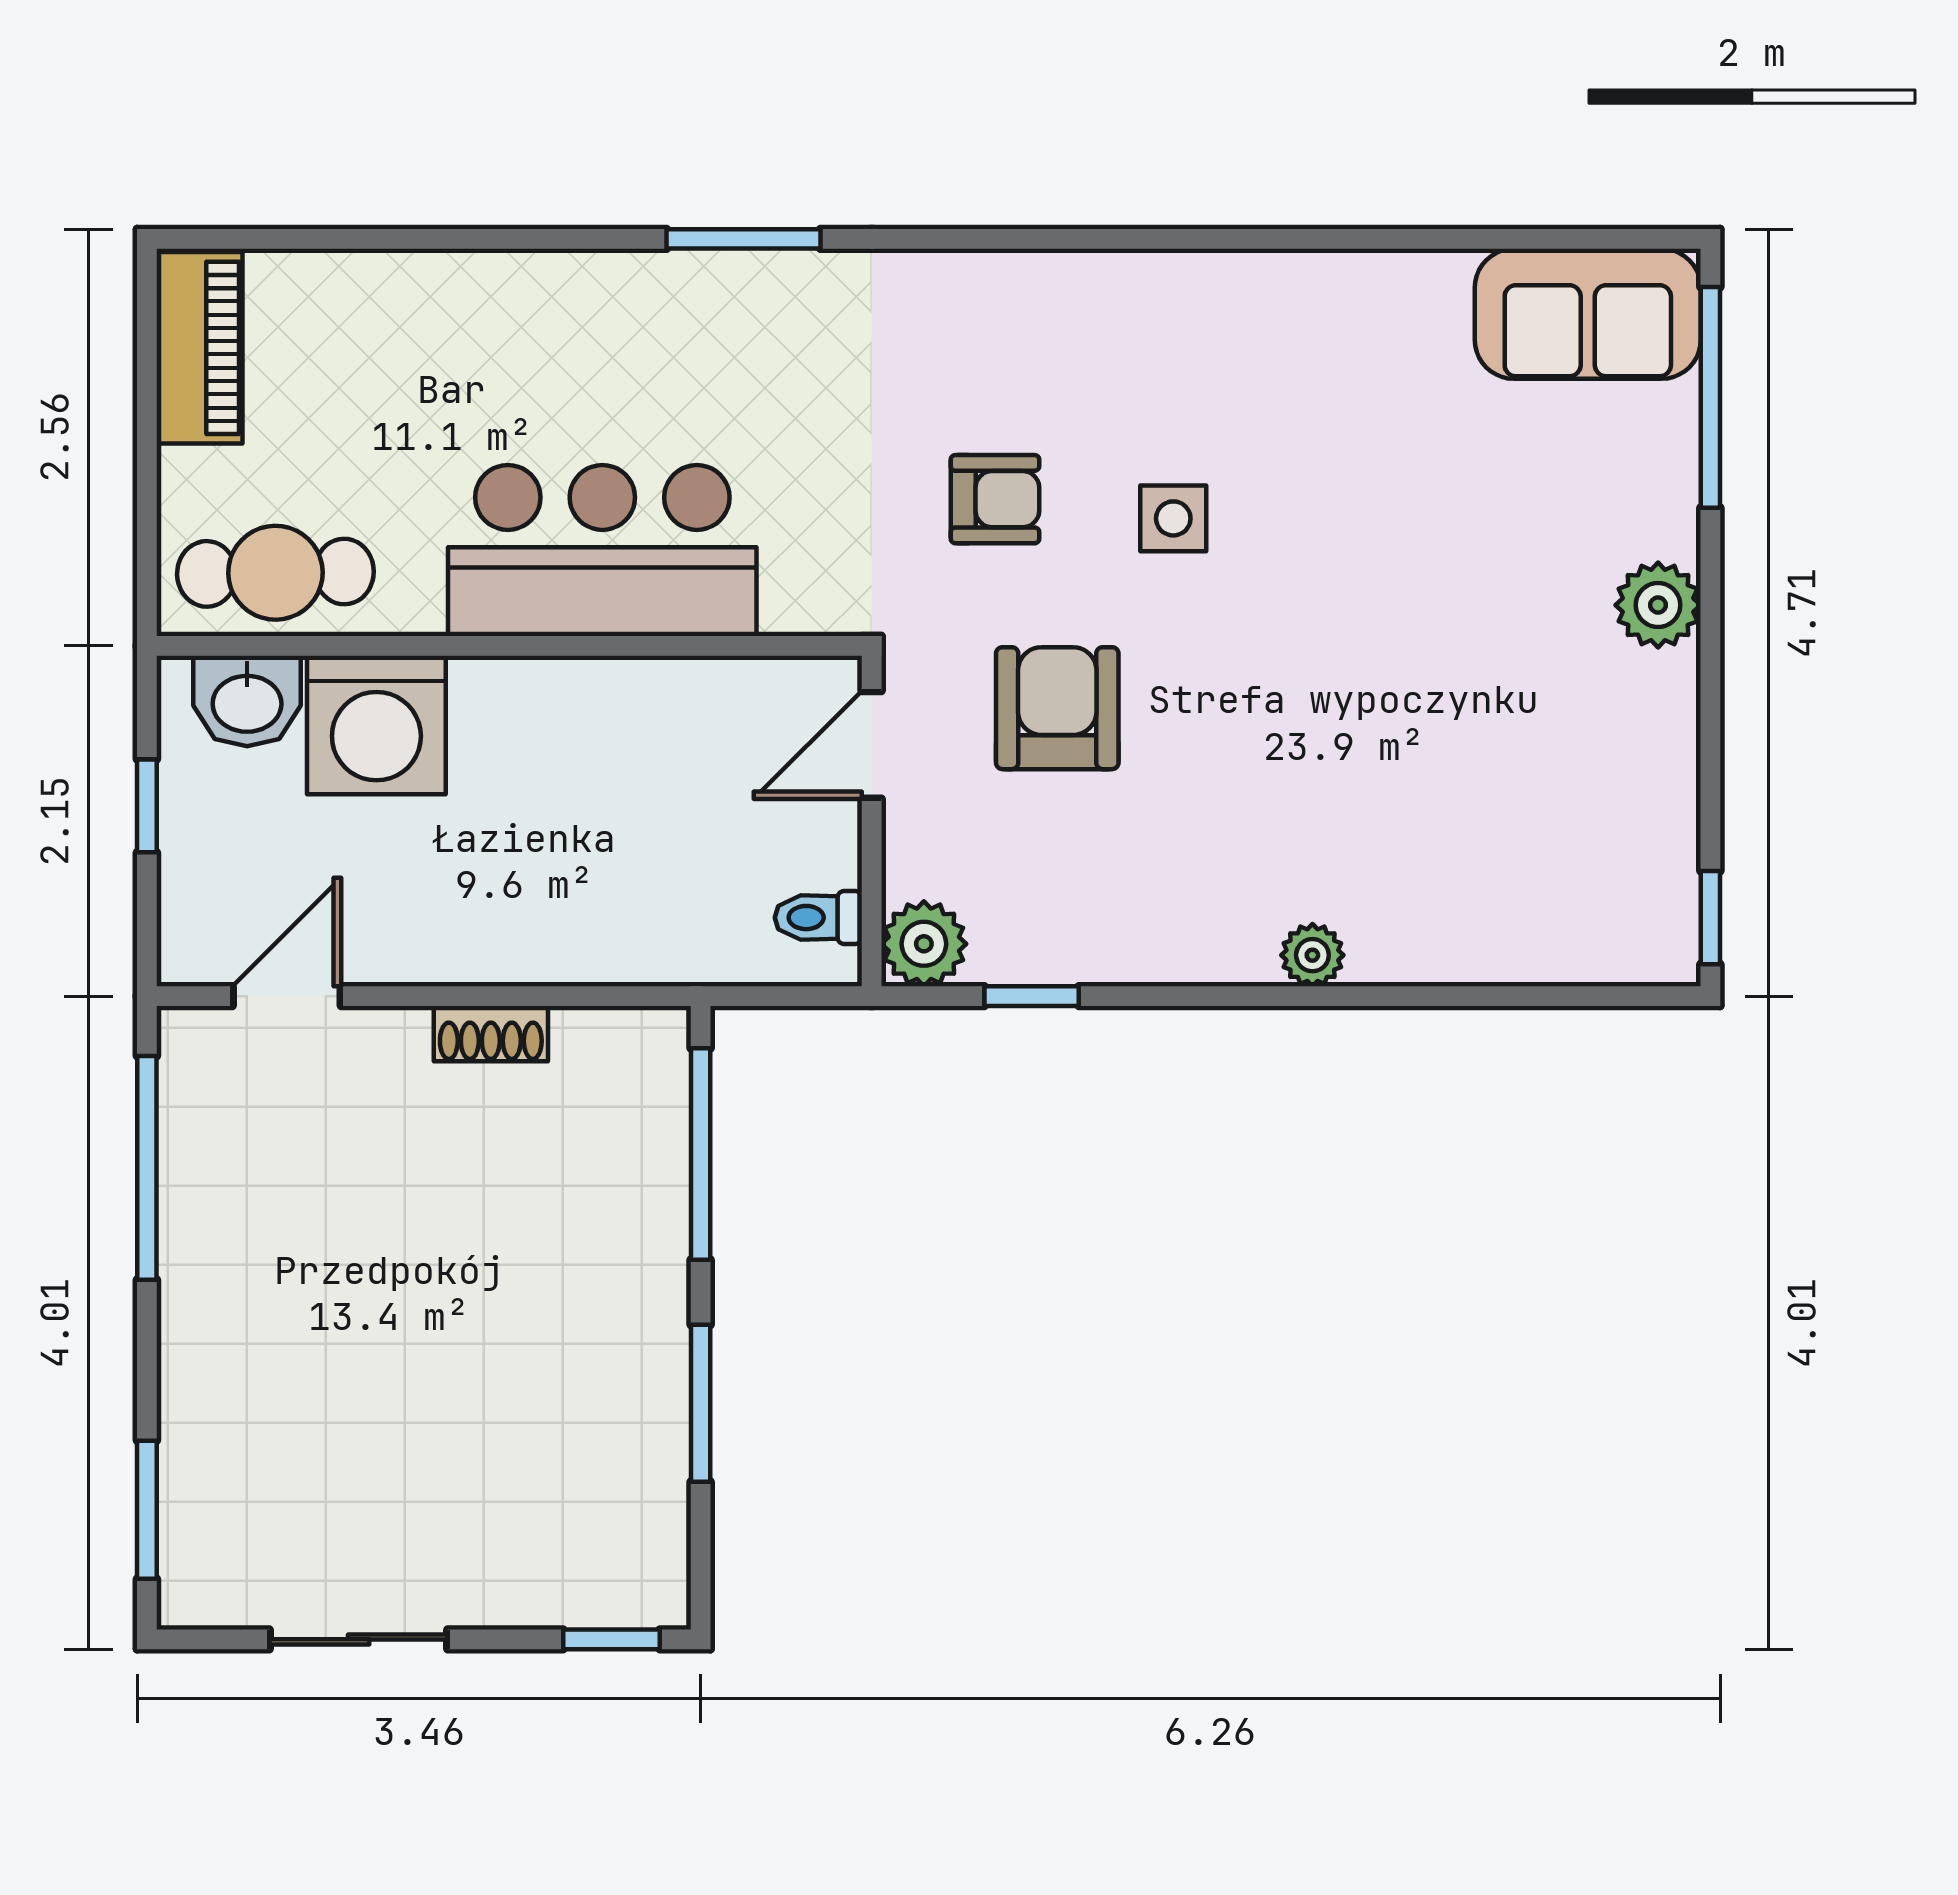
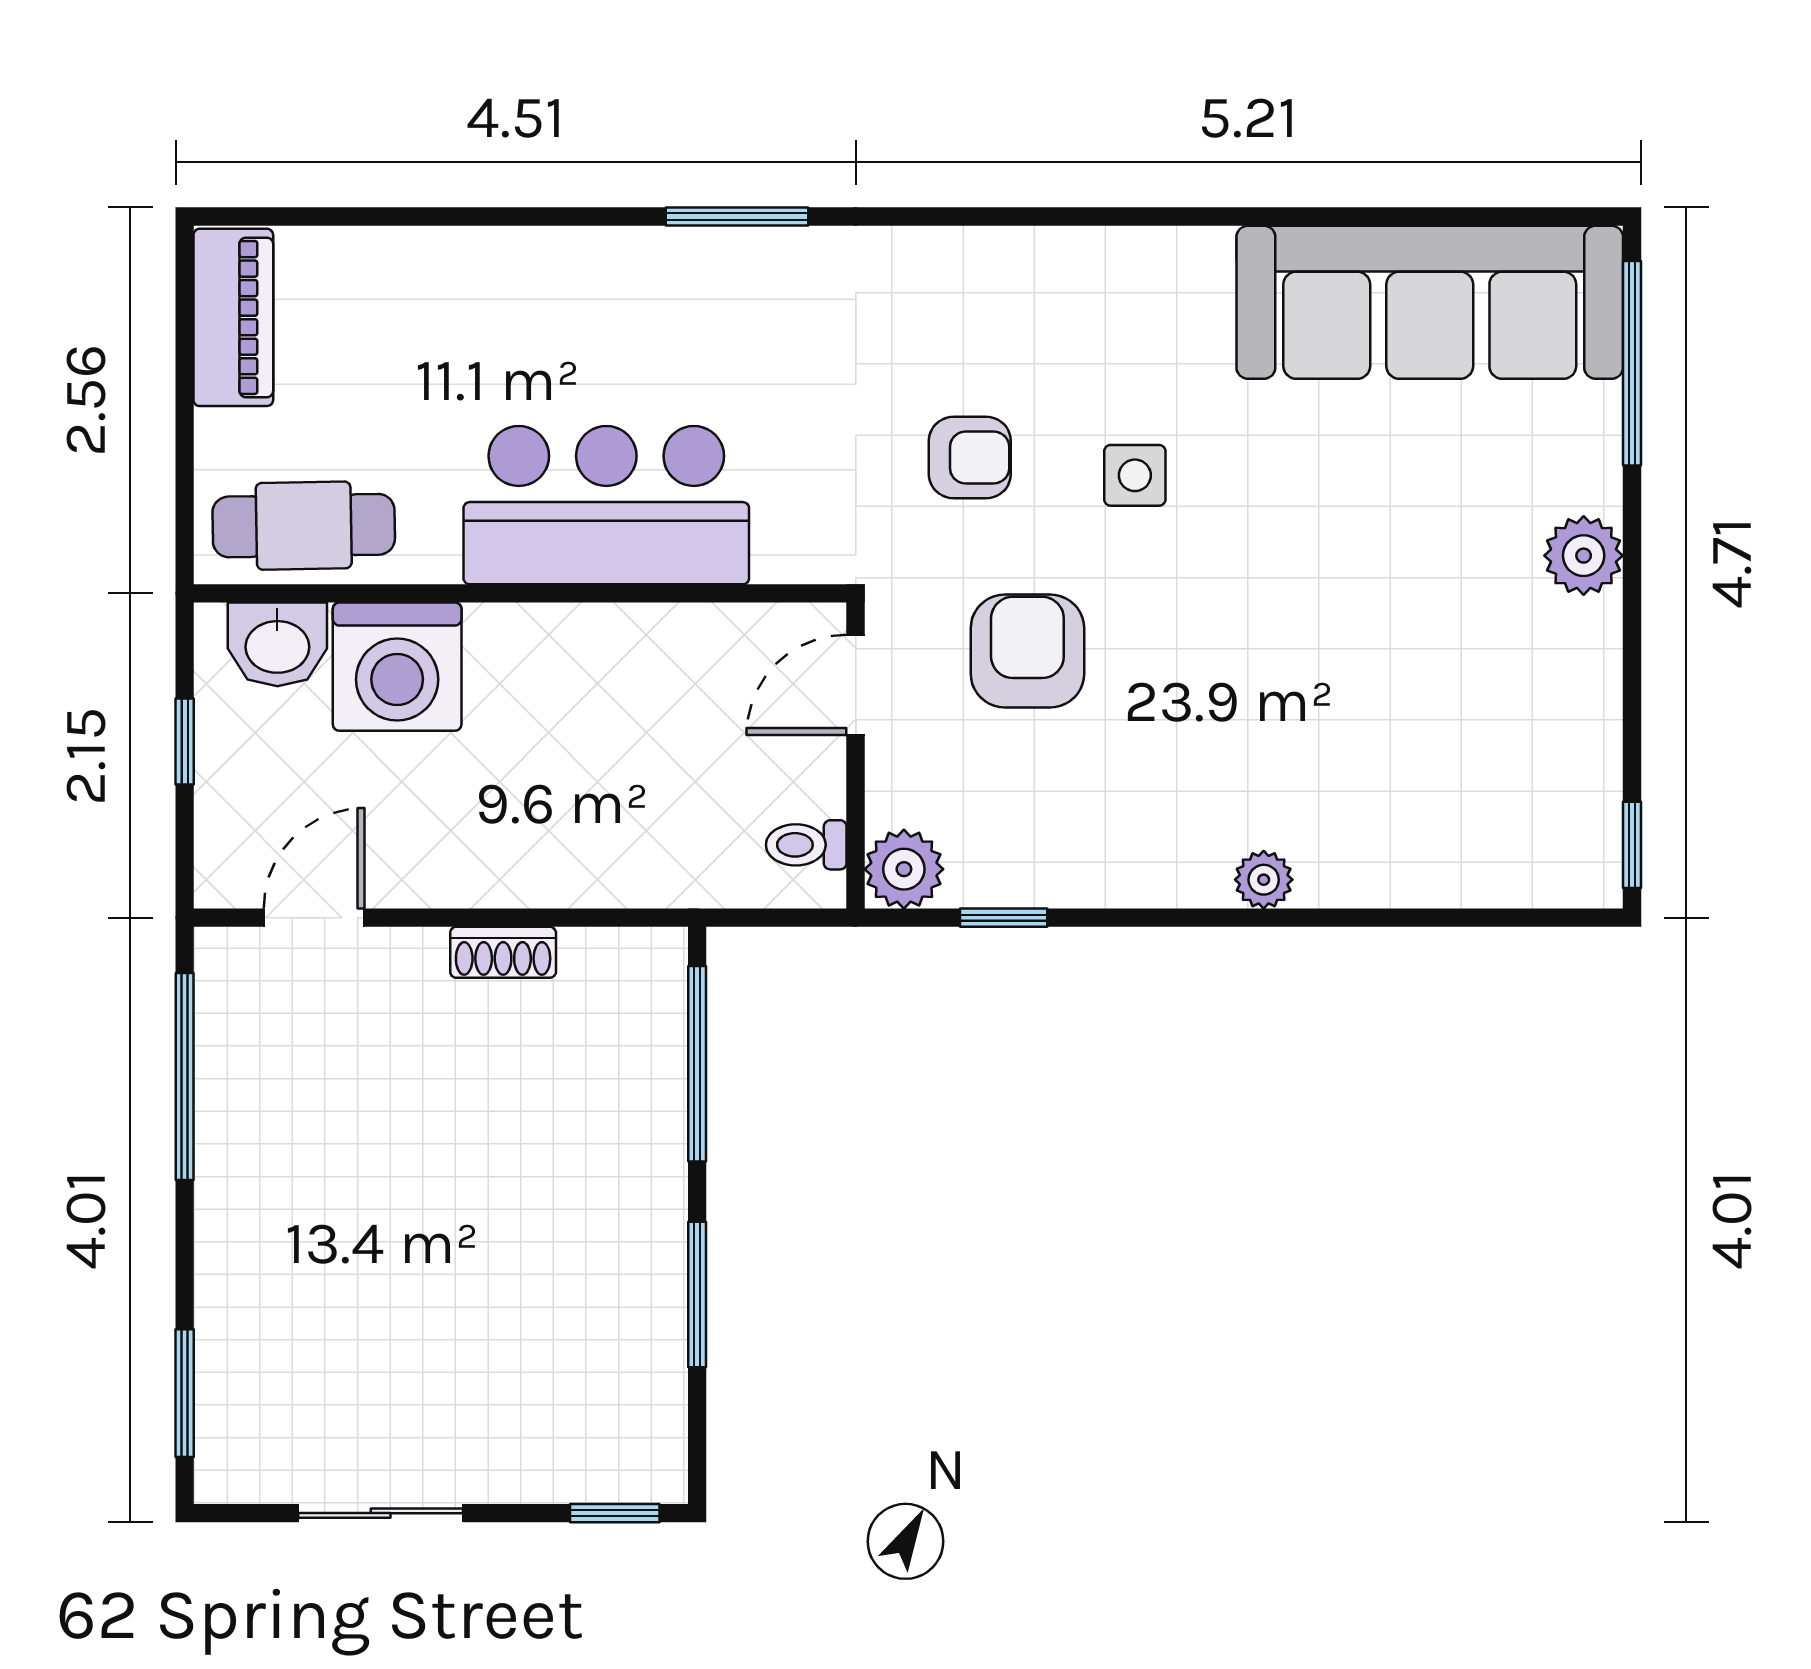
sofa: (1588, 314) -> (1430, 302), width x1.85, depth x1.27

